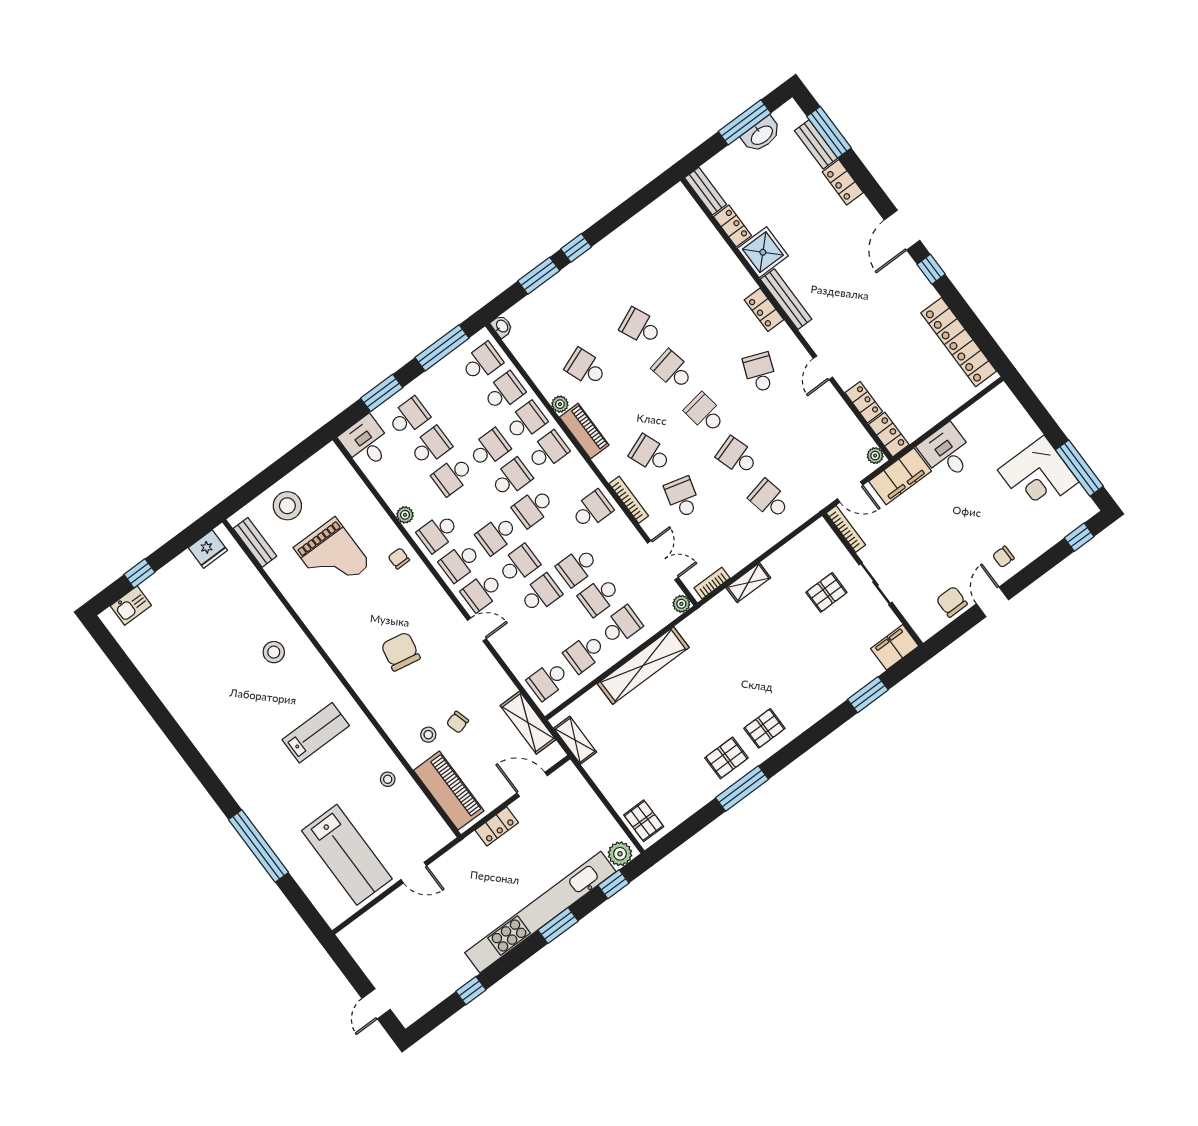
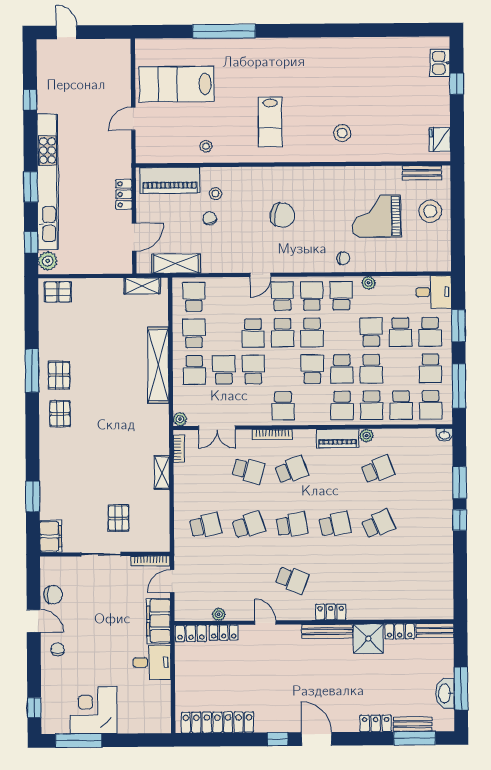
school desk: (445, 390) -> (430, 368), added
plant: (875, 456) -> (219, 614), moved
school desk: (497, 535) -> (312, 333), turned 180

